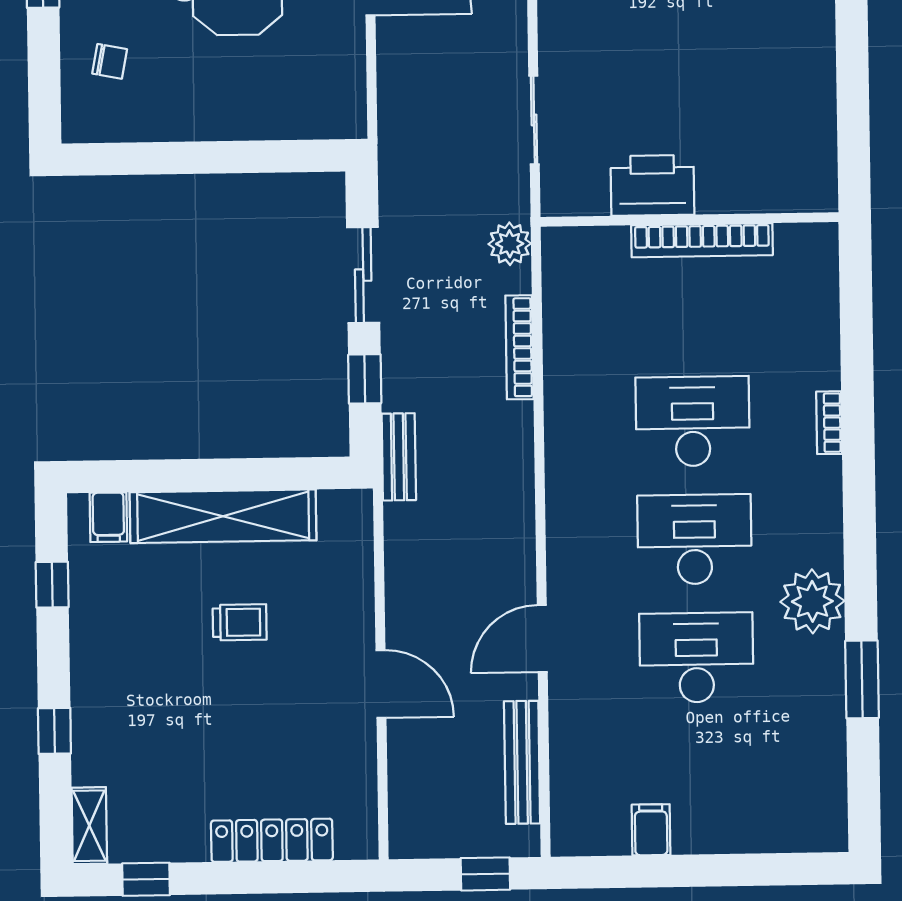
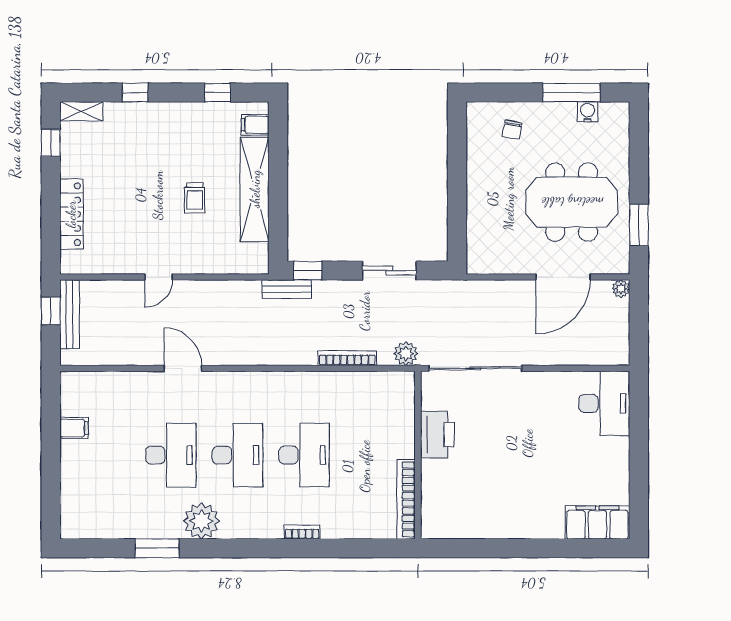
sliding door: (534, 120) -> (475, 368), width x1.86
bookcase: (702, 240) -> (406, 499), moved
window: (365, 379) -> (308, 271), moved
door: (381, 684) -> (159, 277), width x0.73
bench: (522, 762) -> (69, 314), moved, turned 90
window: (485, 874) -> (51, 311), moved

